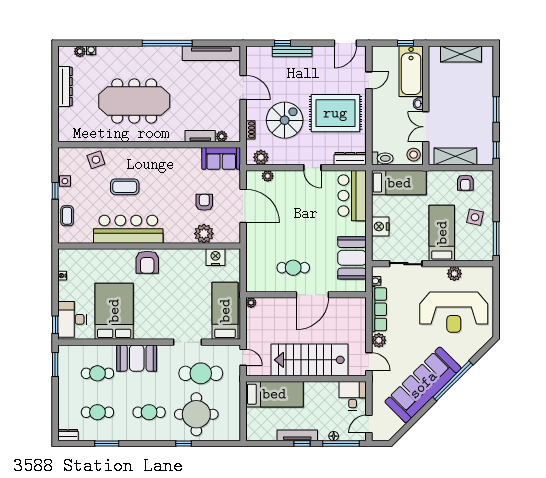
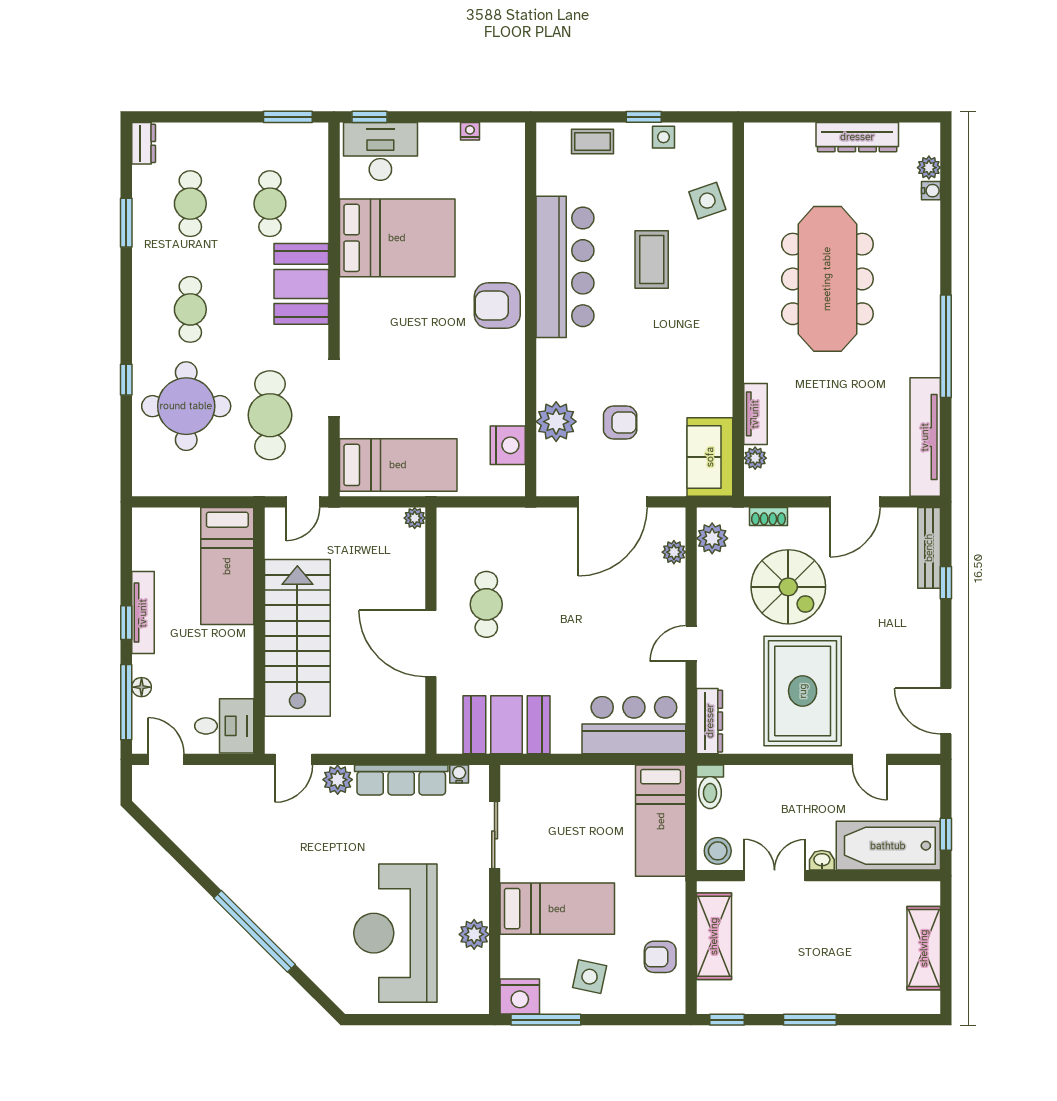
bench: (292, 51) -> (929, 548), moved
nightstand: (380, 226) -> (520, 997), moved, turned 180
sofa: (423, 385) -> (246, 870), removed

